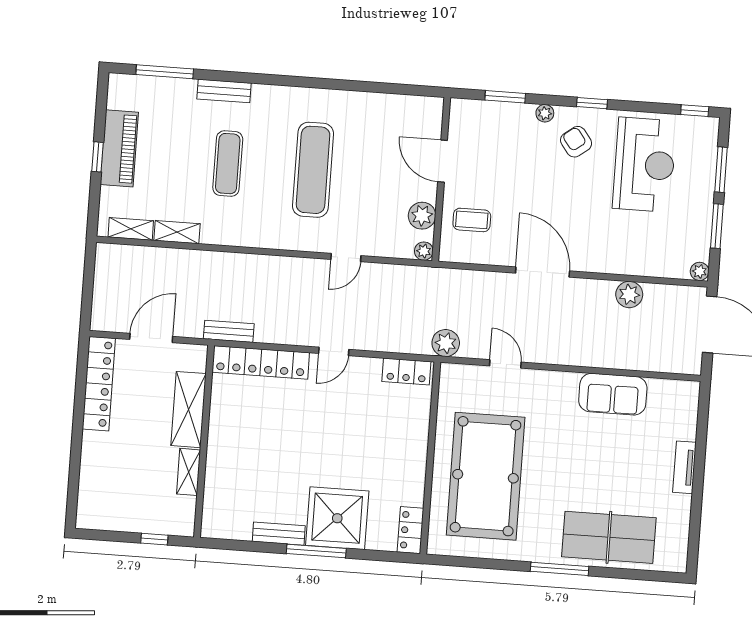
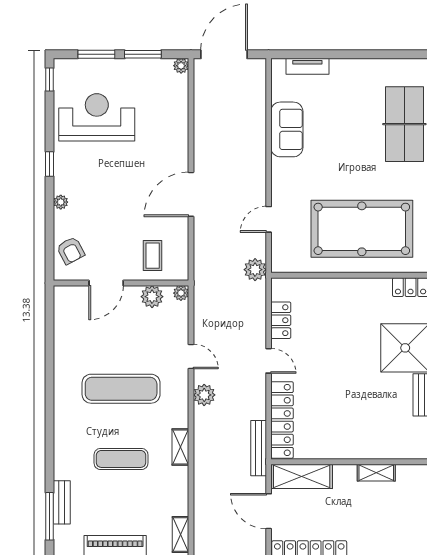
bench: (224, 91) -> (62, 502), moved
window: (505, 97) -> (50, 236), removed
armchair: (576, 142) -> (71, 250), moved, turned -81
shelving: (177, 232) -> (180, 447), moved
plant: (629, 295) -> (204, 395), moved
bench: (229, 331) -> (259, 448), width x1.36
locker: (406, 372) -> (281, 320), moved
shelving: (189, 410) -> (302, 476), moved
tv unit: (684, 467) -> (307, 66), moved

